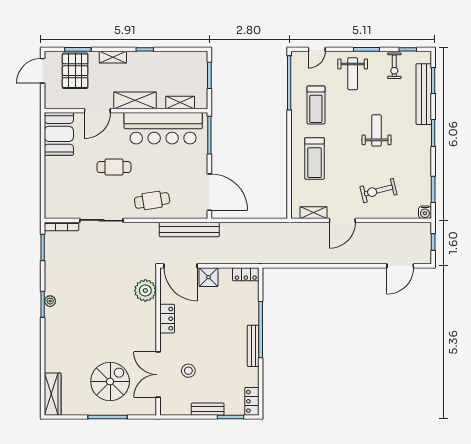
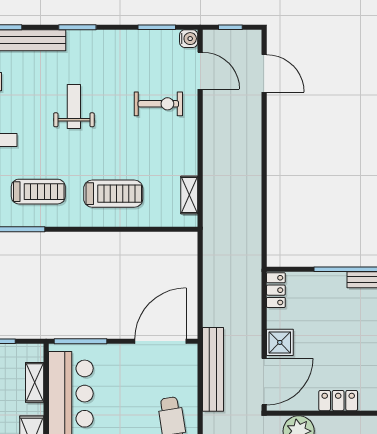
weight bench: (377, 130) -> (74, 107), turned 90
exercise bike: (378, 191) -> (158, 104), turned -76
door: (342, 220) -> (200, 71), moved

